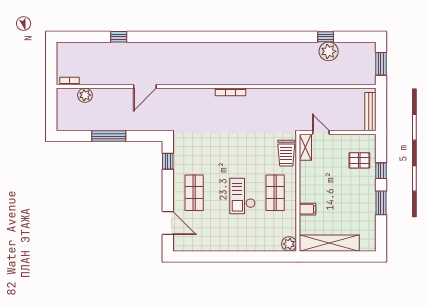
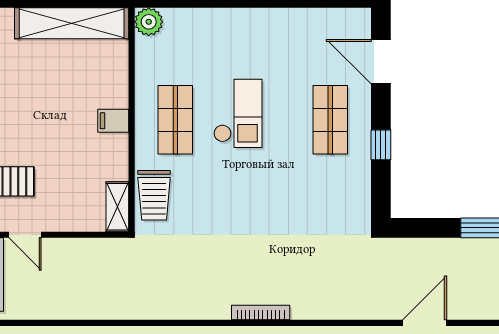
door: (321, 133) -> (25, 235), moved
trolley: (286, 153) -> (154, 195), turned 180
window: (168, 161) -> (381, 145), moved
filing cabinet: (308, 209) -> (113, 121), moved

